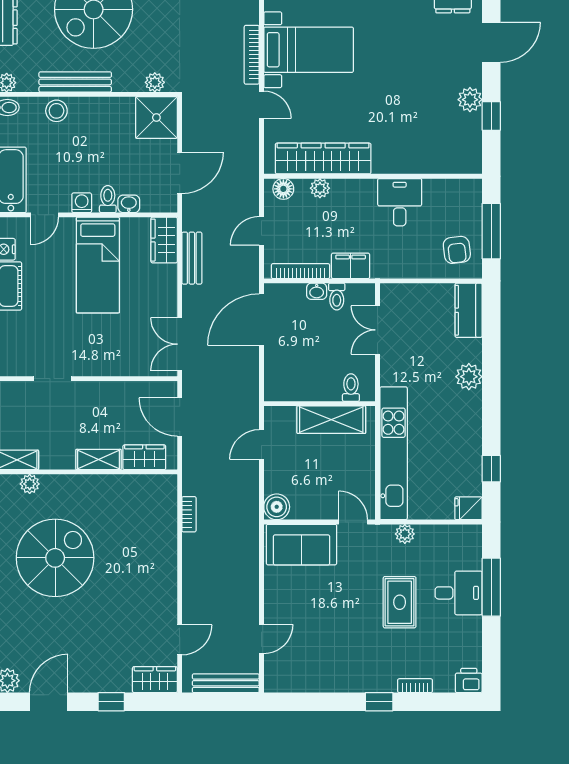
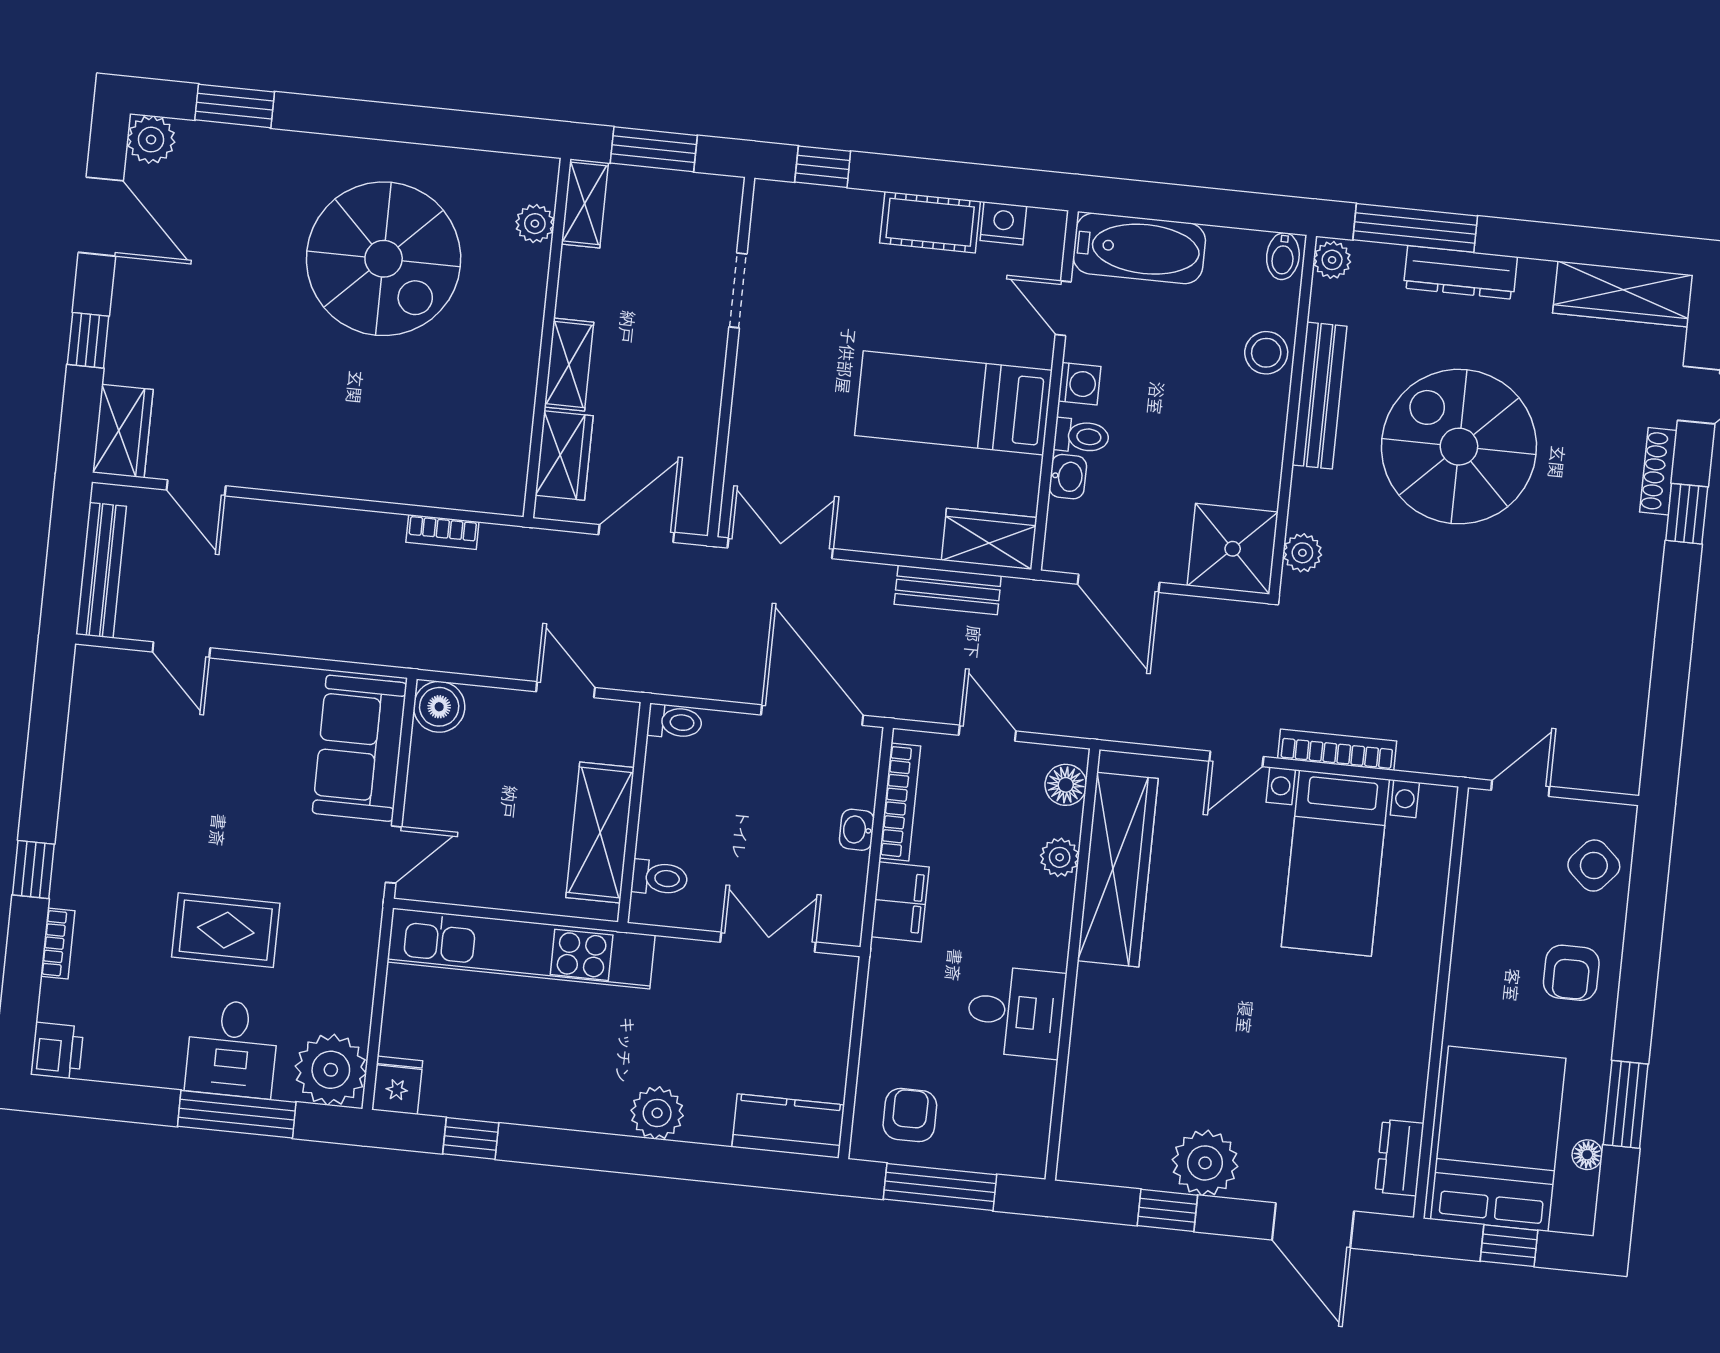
plant: (470, 100) -> (1205, 1163), width x1.36, depth x1.36
armchair: (457, 250) -> (910, 1115), turned 97
toilet: (337, 297) -> (675, 722), moved, turned 180
plant: (405, 534) -> (331, 1070), moved, width x1.87, depth x1.87

